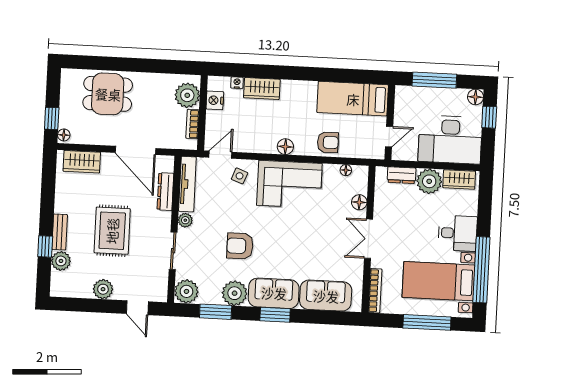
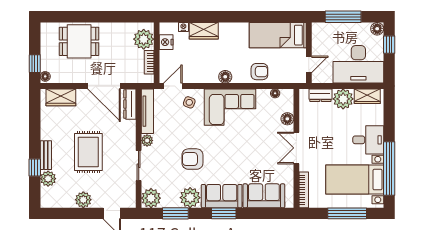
dresser: (165, 192) -> (130, 104), moved

